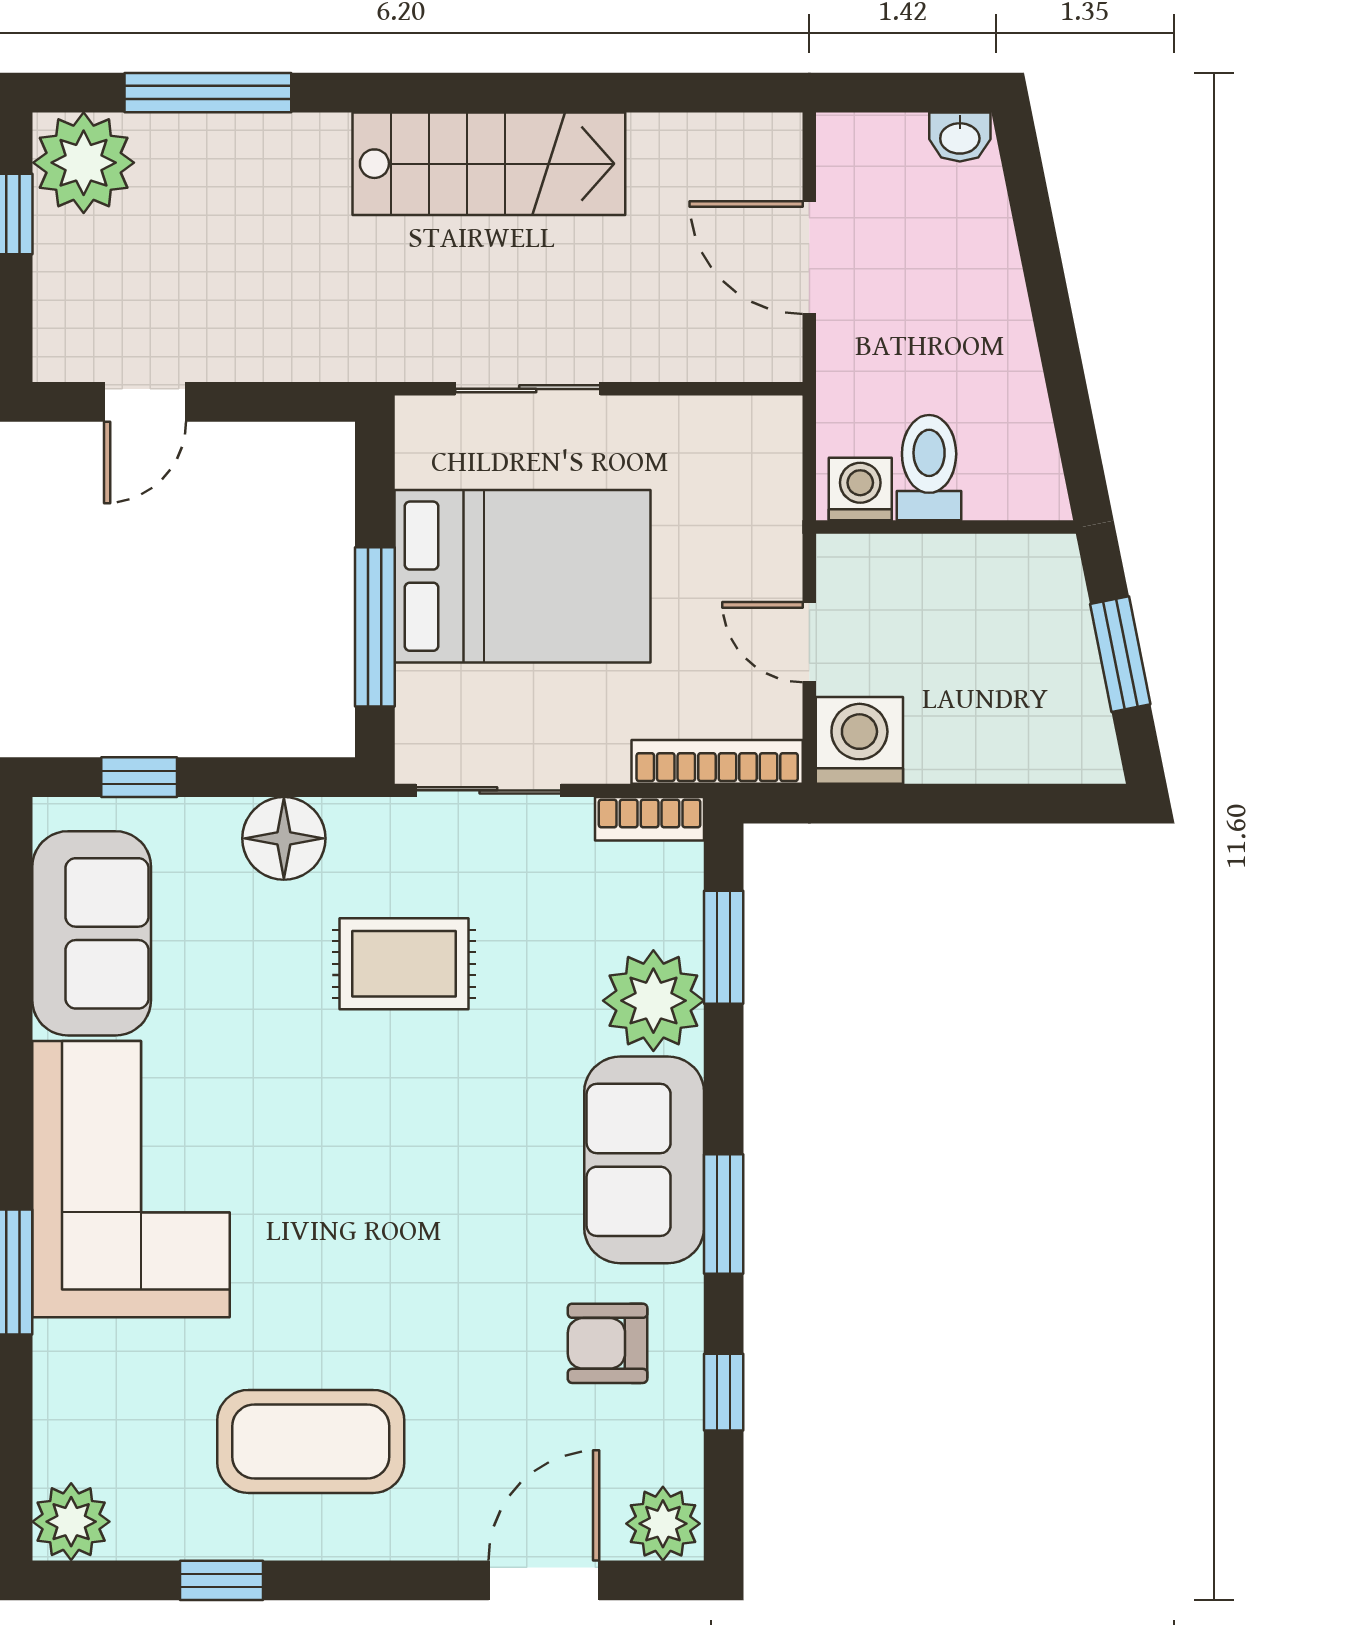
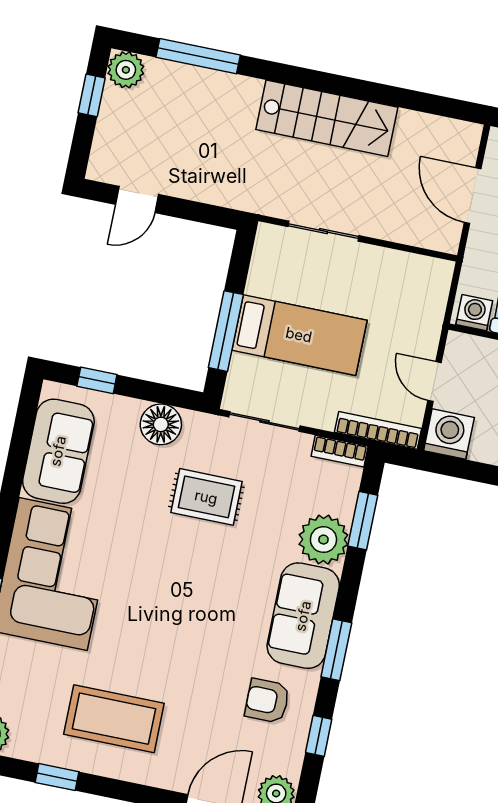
plant: (84, 163) -> (126, 70), width x0.73, depth x0.73
bed: (523, 576) -> (299, 335), width x0.67

